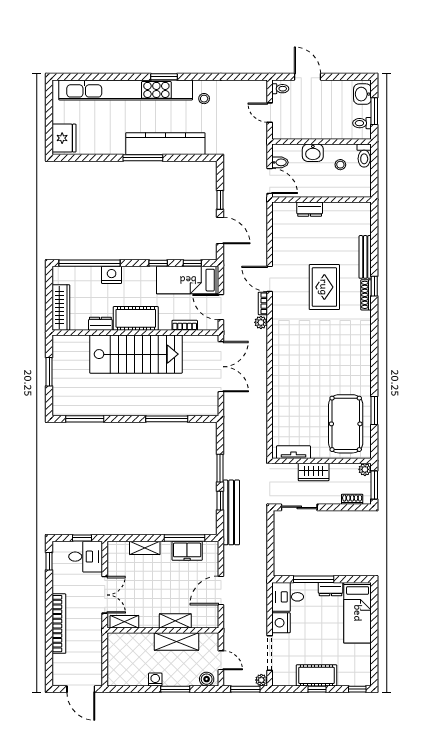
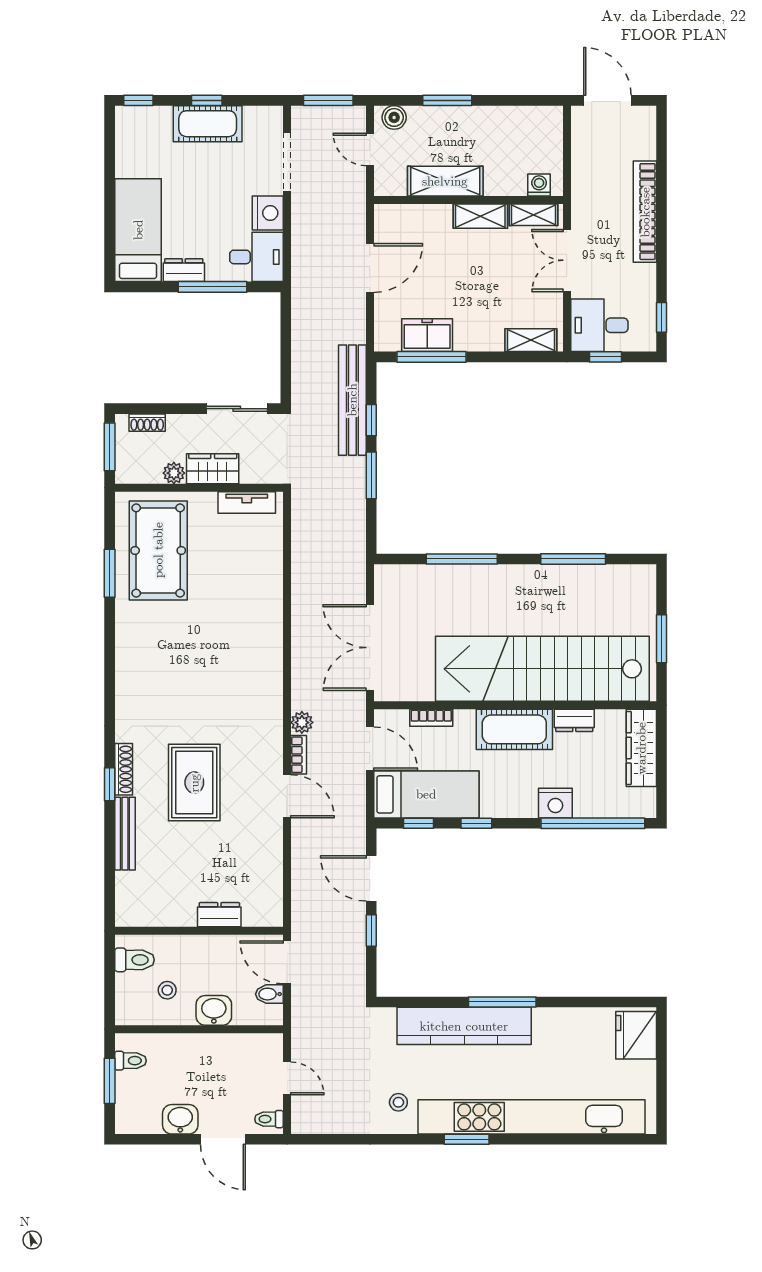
washbasin: (362, 94) -> (180, 1119), moved, turned -90
toilet: (364, 156) -> (134, 960), moved, turned 90
stairs: (136, 354) -> (542, 669), width x1.36
window: (85, 419) -> (573, 559), moved
plant: (365, 469) -> (174, 473), moved
shelving: (145, 548) -> (531, 340), moved
shelving: (175, 621) -> (480, 216), moved
washing machine: (155, 680) -> (539, 185), moved, turned 180
plant: (261, 680) -> (301, 116), removed

